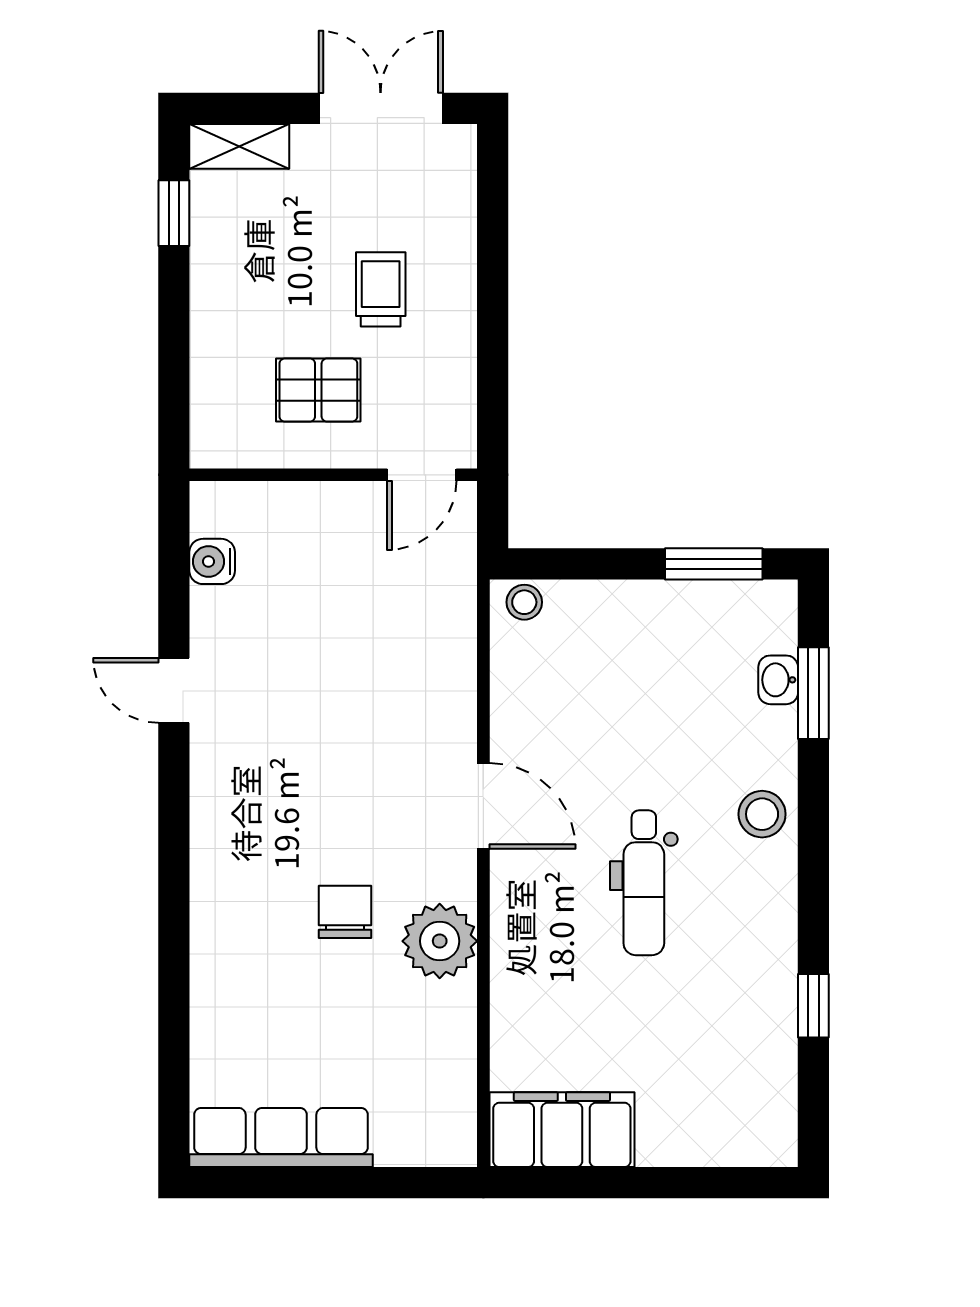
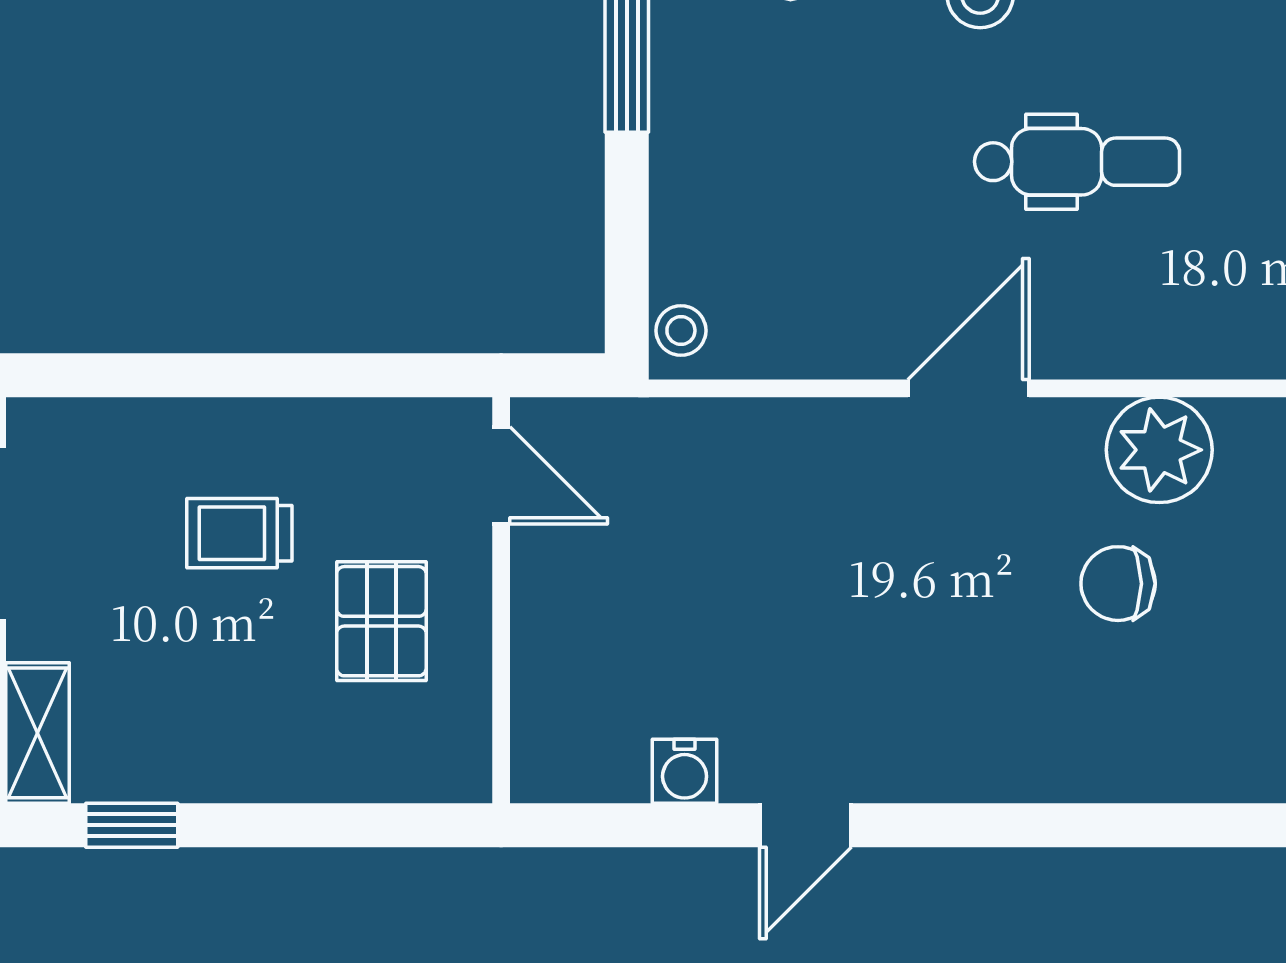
water cooler: (212, 561) -> (685, 771), moved

